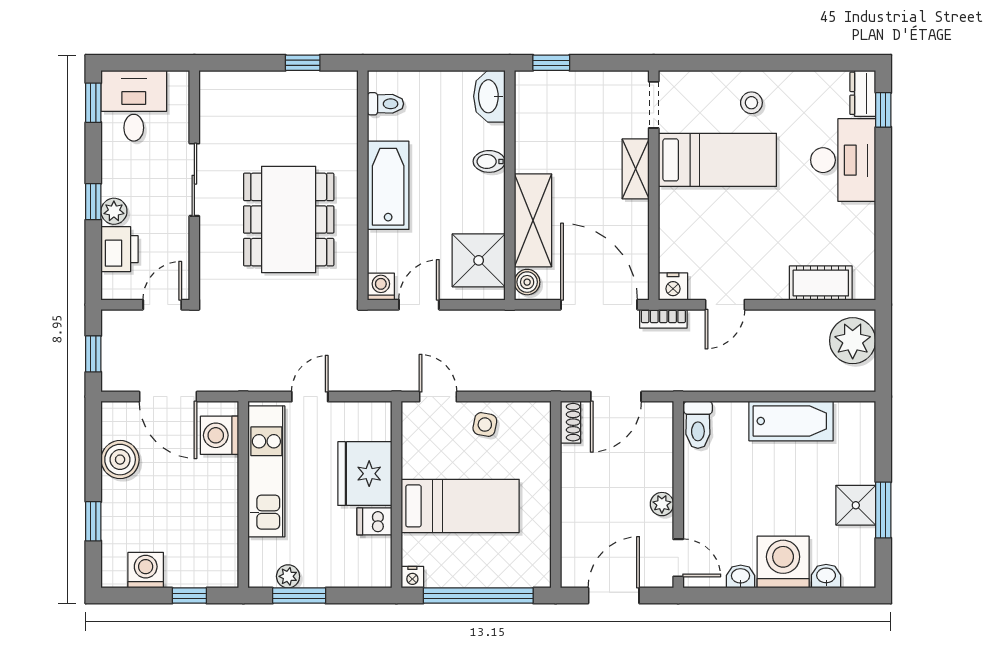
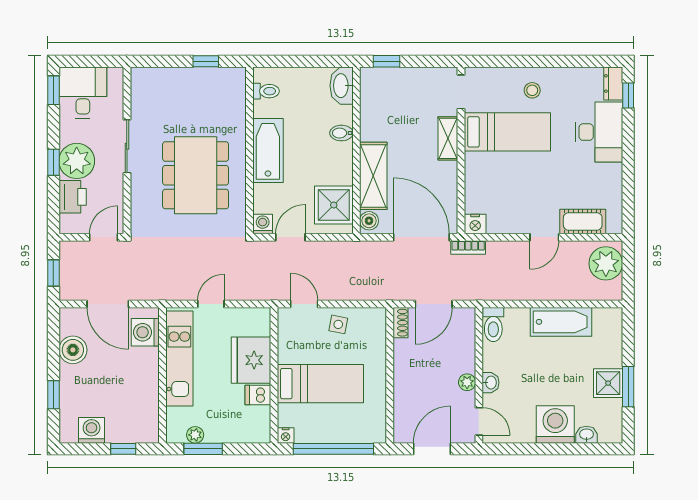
plant: (114, 211) -> (77, 161), width x1.88, depth x1.88
door: (725, 305) -> (544, 237), moved
washbasin: (741, 576) -> (491, 383), moved, turned 90

